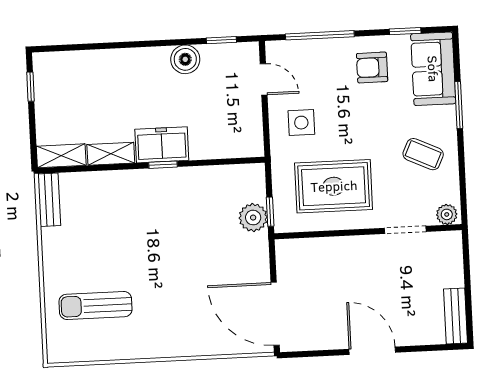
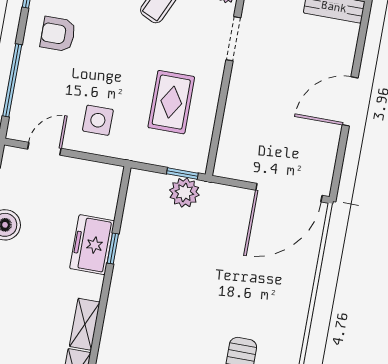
armchair: (372, 68) -> (58, 34), turned 90
freezer: (162, 145) -> (92, 245), moved
window: (163, 165) -> (113, 248), moved
rug: (334, 186) -> (171, 102), width x0.73, depth x0.70

